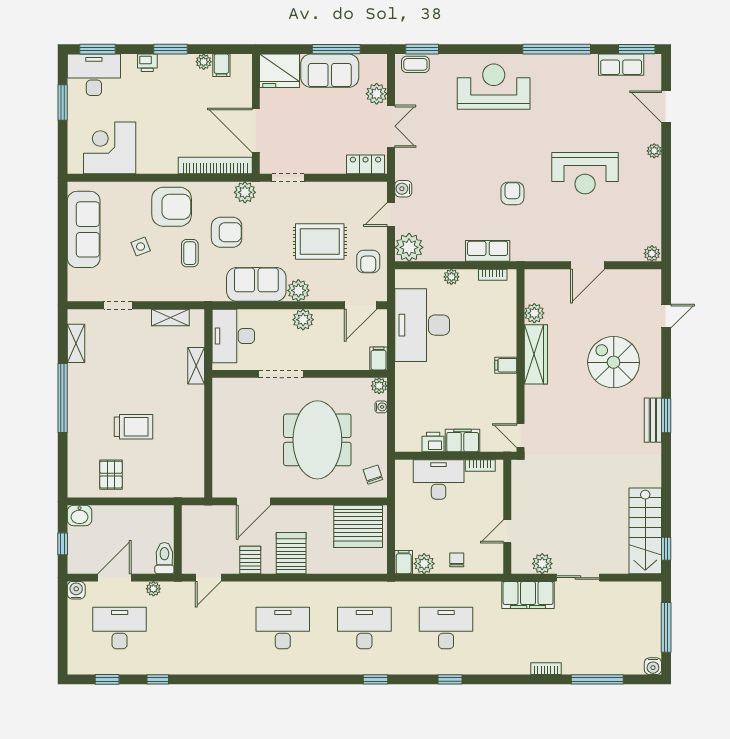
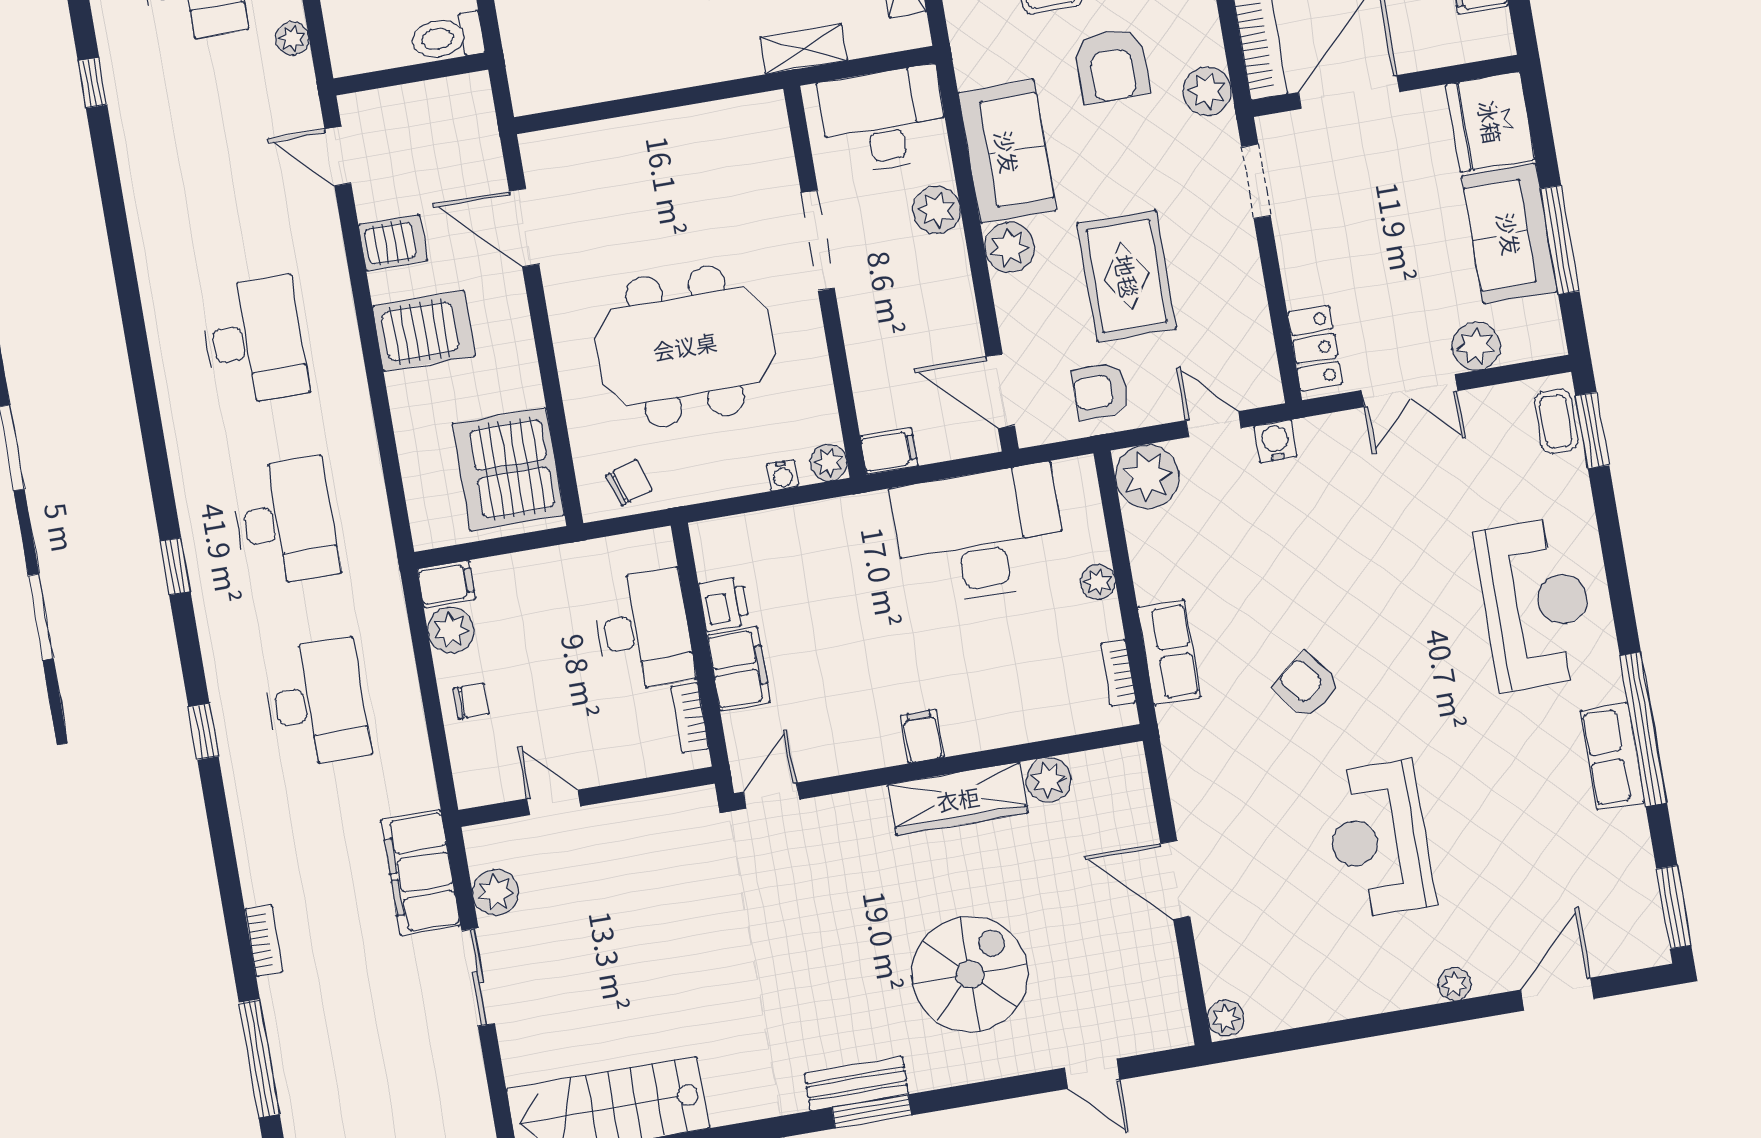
row of seats: (621, 65) -> (1612, 756), moved
armchair: (512, 193) -> (1306, 686), turned -128
plant: (303, 320) -> (936, 210), moved
toilet: (164, 558) -> (447, 37), moved, turned 180

